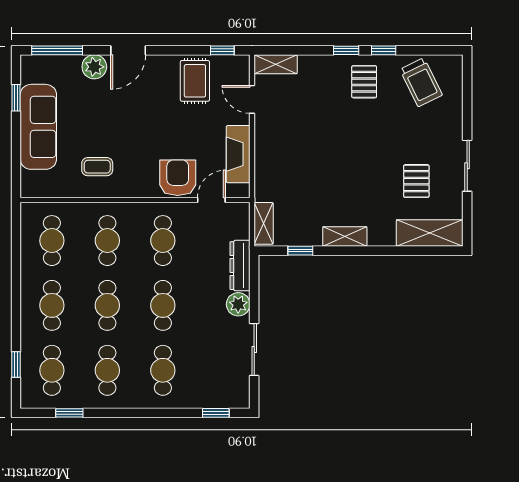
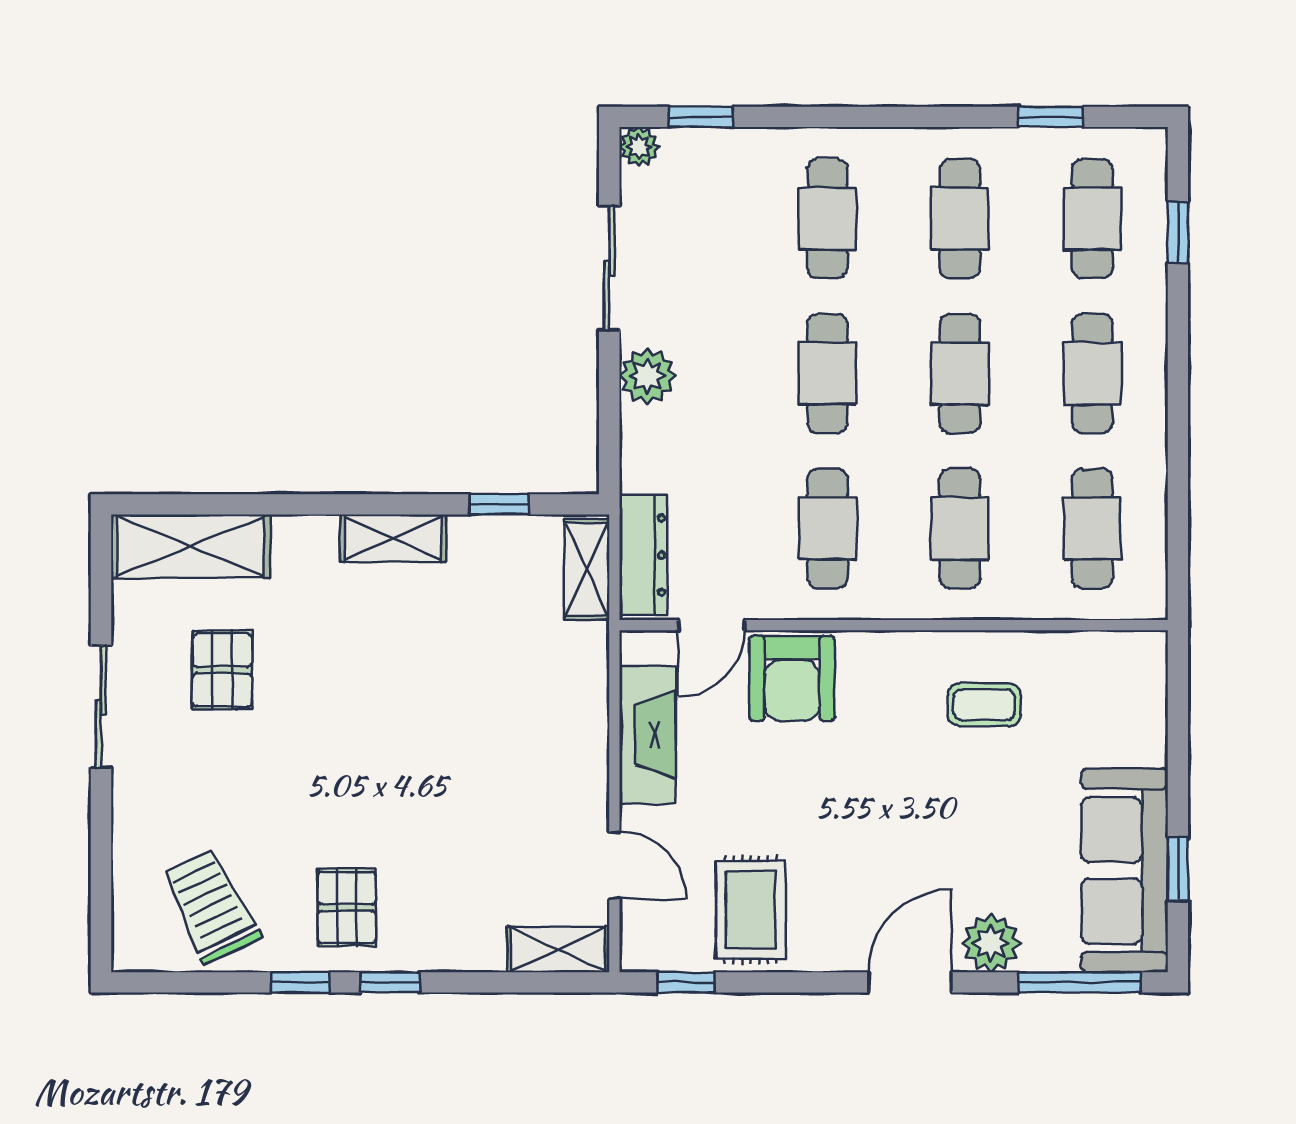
sofa: (38, 127) -> (1125, 871), moved
dresser: (240, 266) -> (643, 555), moved
plant: (242, 400) -> (639, 147), added

